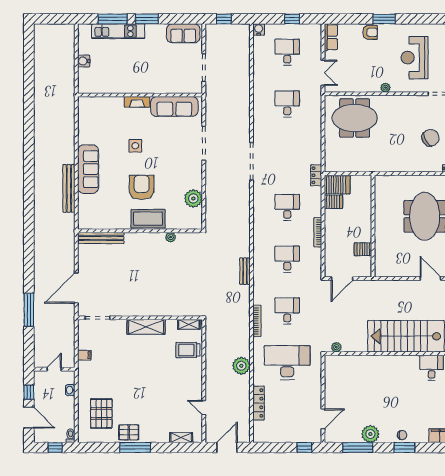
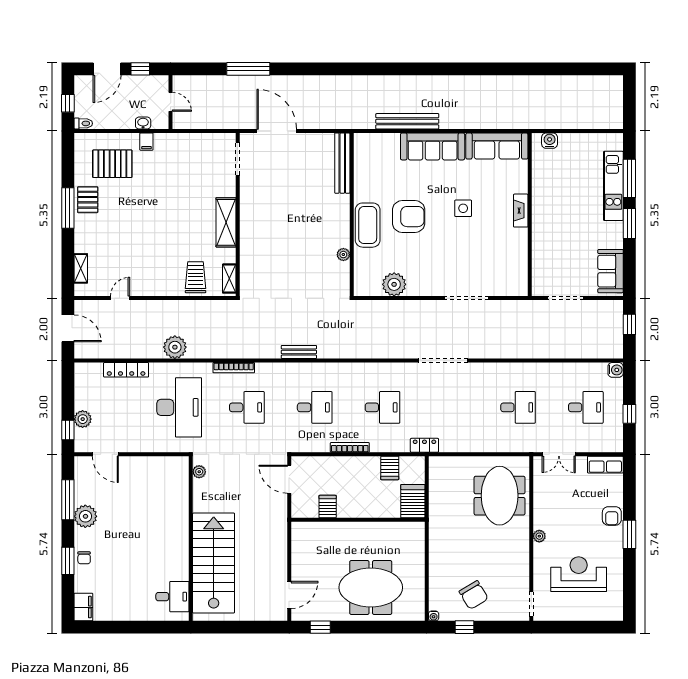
water cooler: (84, 61) -> (550, 141), moved
sofa: (174, 106) -> (497, 146), moved, turned -90
server rack: (337, 185) -> (413, 501), moved, turned 180
filing cabinet: (84, 355) -> (146, 142), moved
plant: (296, 436) -> (83, 419), added

